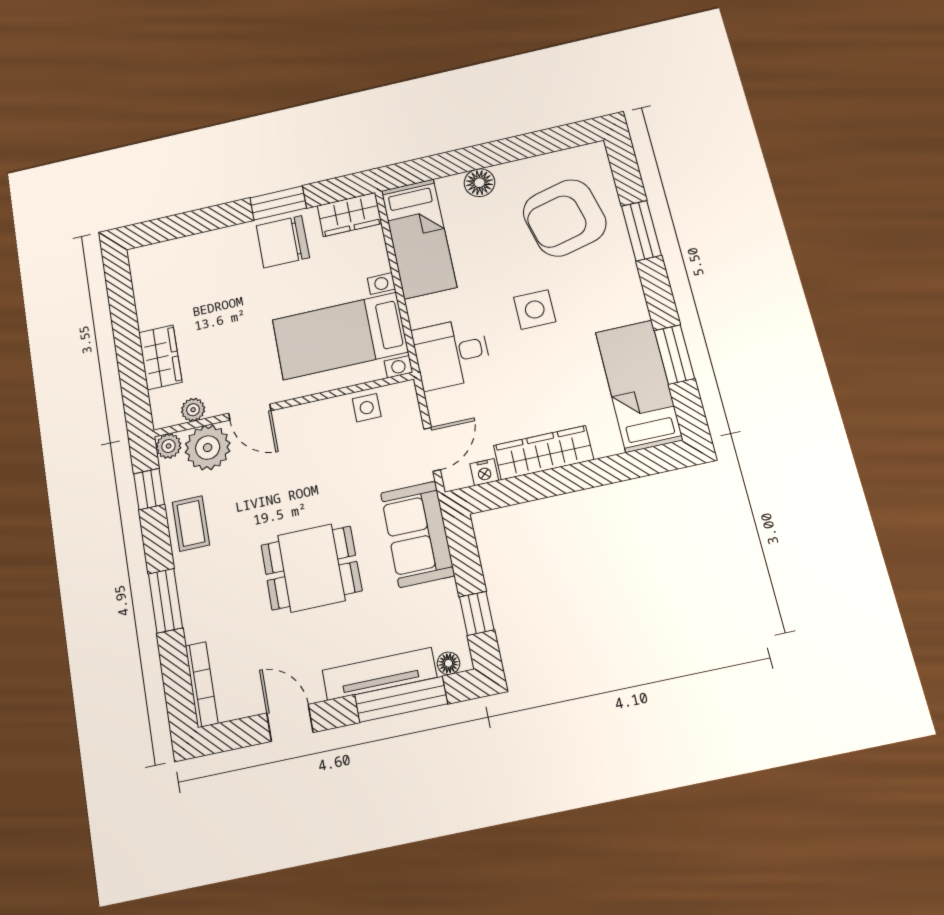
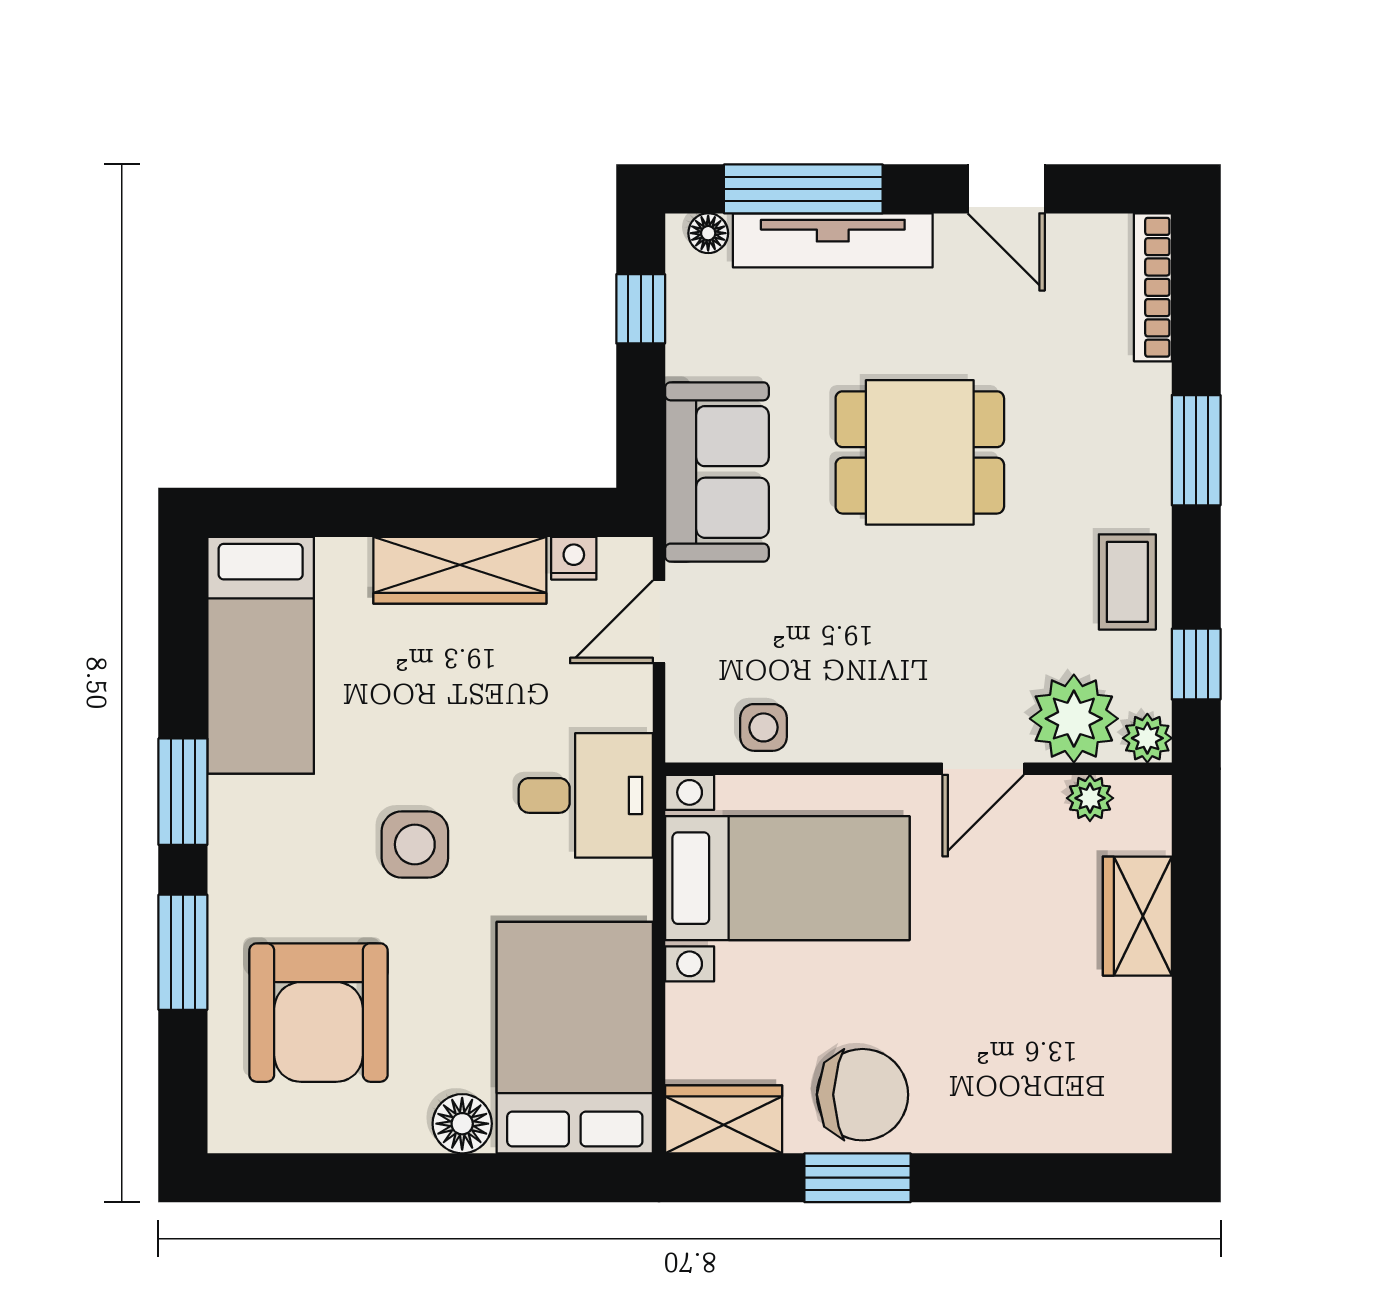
armchair: (565, 218) -> (319, 1013), turned 104
bed: (419, 239) -> (575, 1038), width x1.50
window: (674, 354) -> (183, 792), moved
door: (250, 412) -> (983, 769), swing flipped

